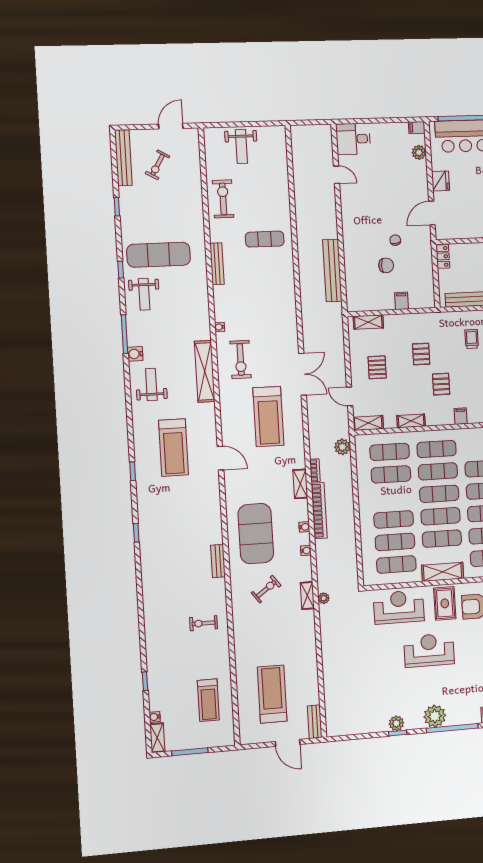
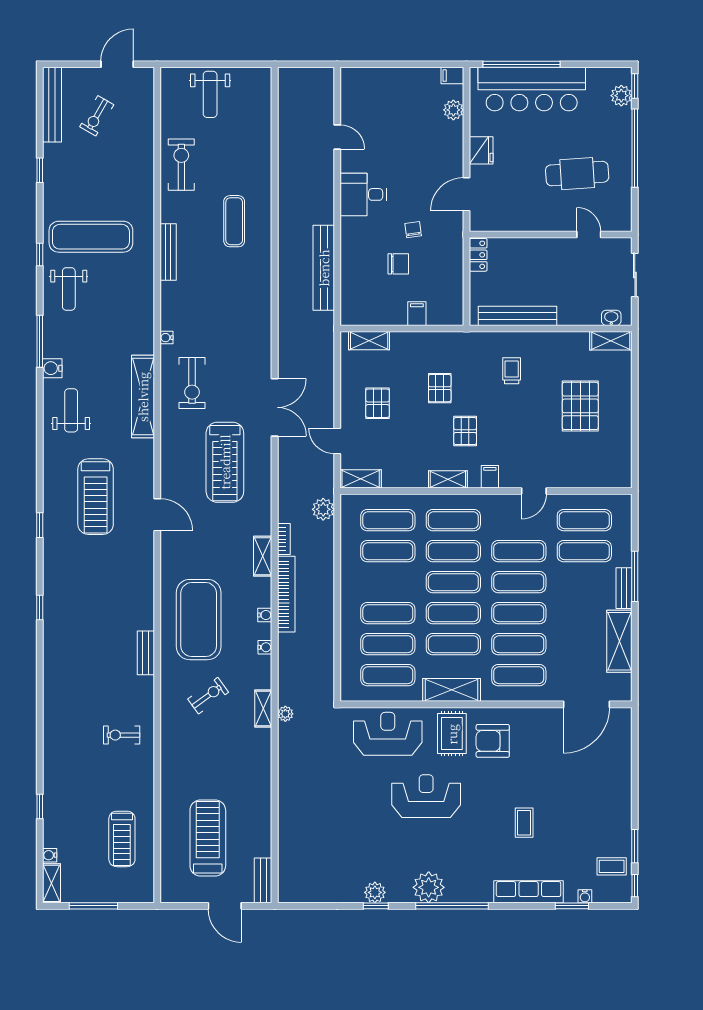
desk: (353, 139) -> (363, 194), moved
exercise mat: (265, 239) -> (234, 221), turned 90
shelving: (411, 421) -> (448, 479), moved

